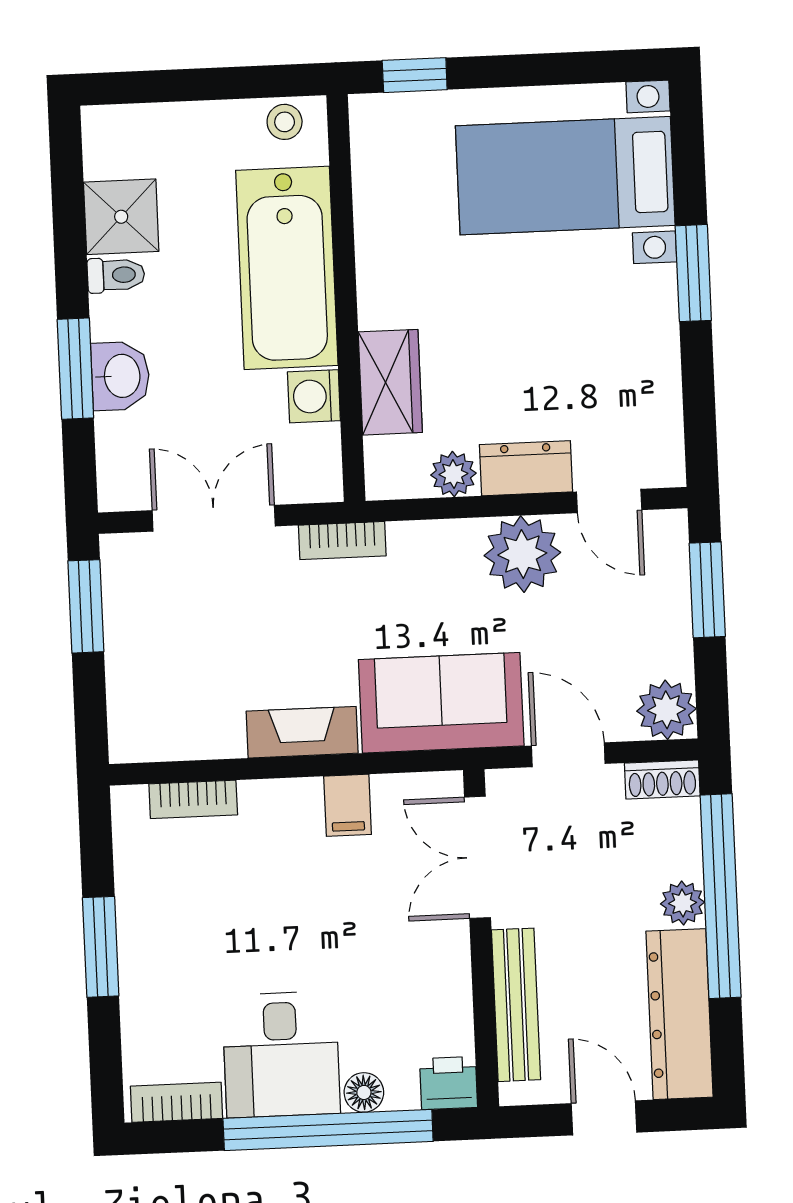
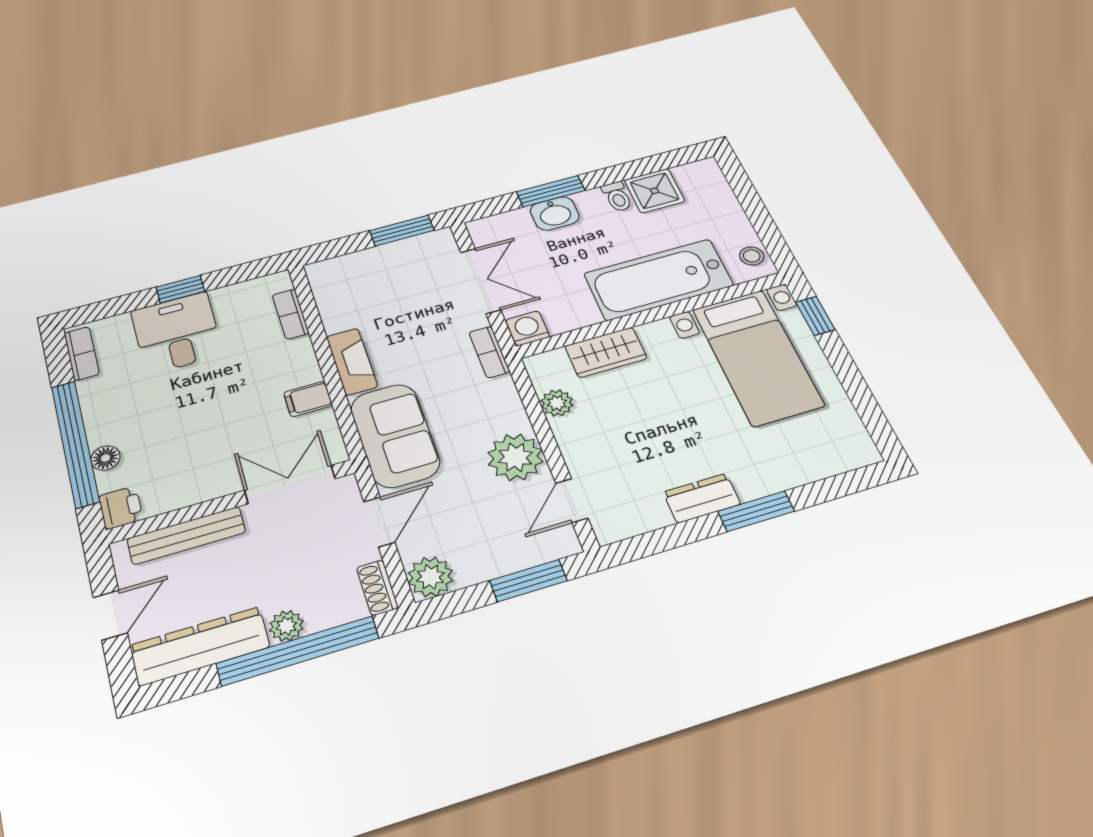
bed with nightstands: (565, 176) -> (758, 357), moved, turned 180
washing machine: (314, 396) -> (528, 328), moved
dresser: (526, 468) -> (702, 498), moved, turned -90
window: (101, 947) -> (180, 289), width x0.67
desk: (281, 1054) -> (177, 333), moved, turned 90

